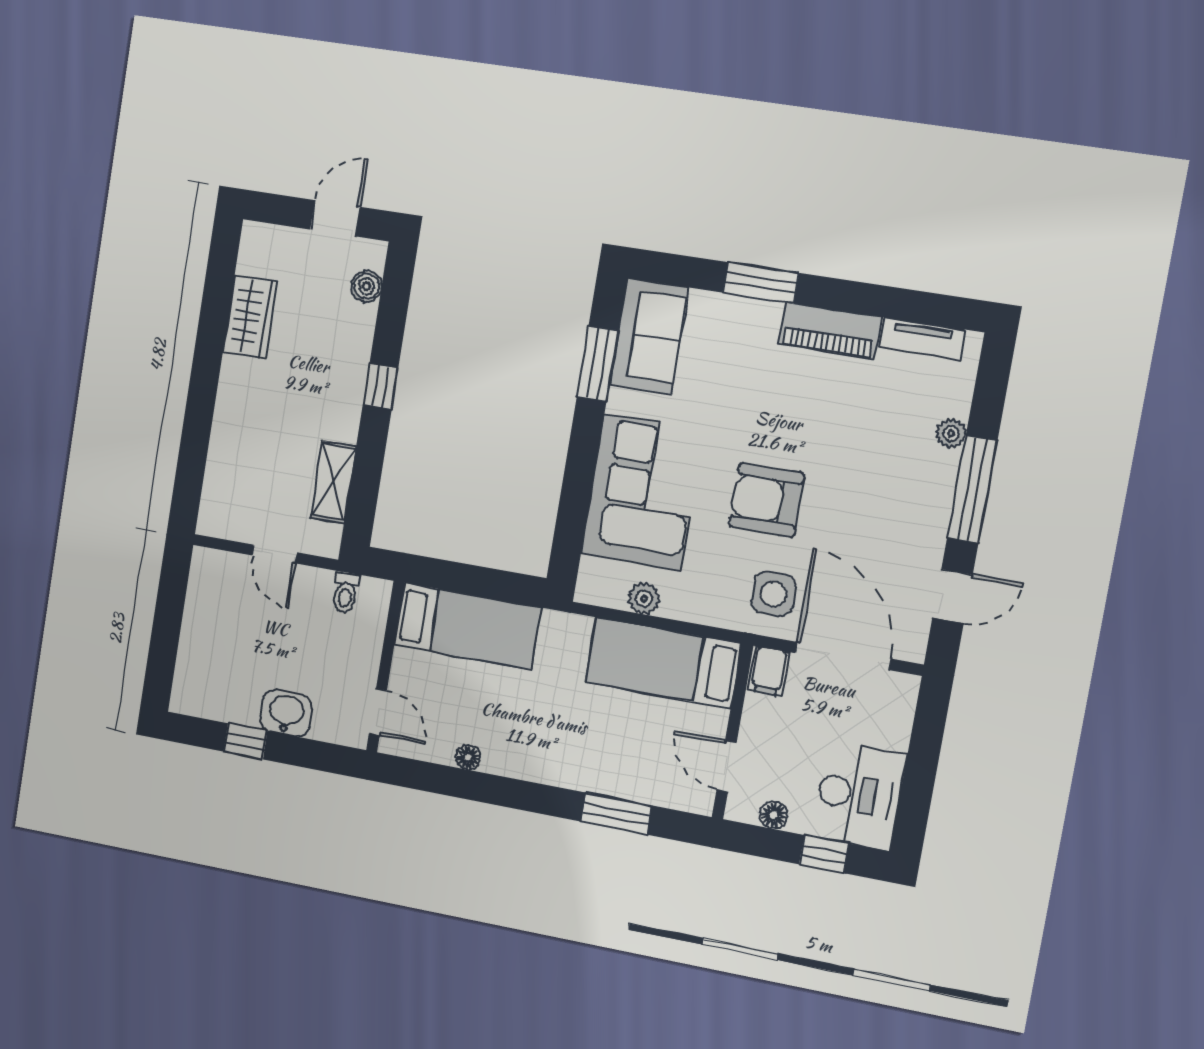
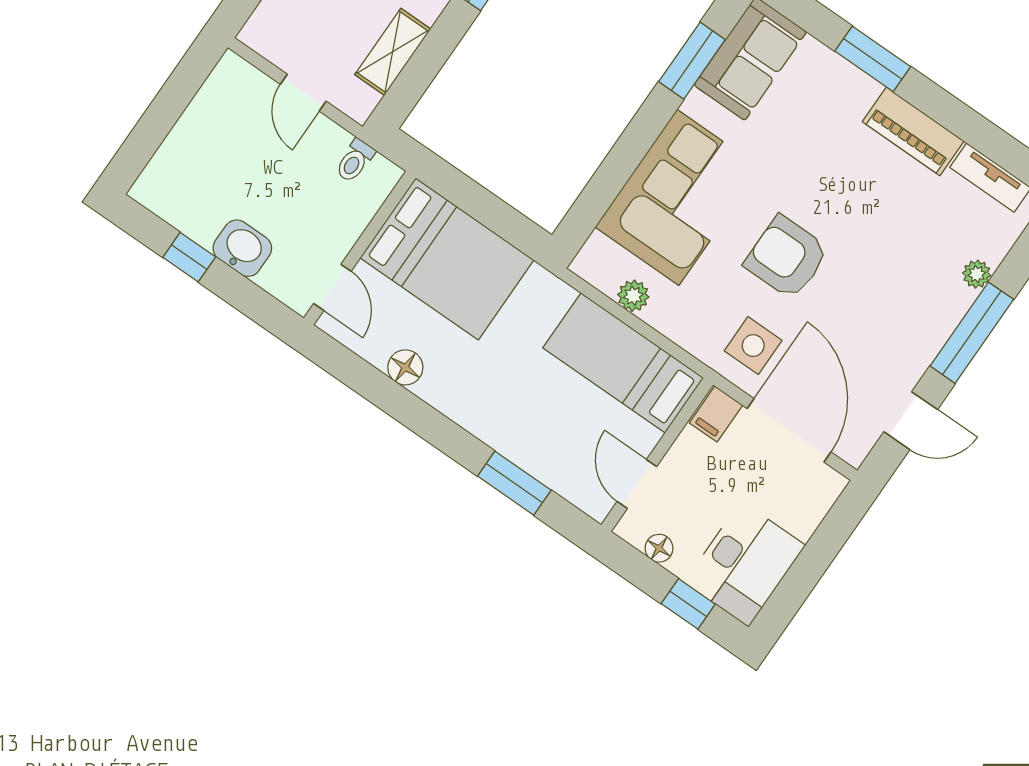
bed: (467, 626) -> (447, 259), width x1.50
floor lamp: (468, 757) -> (405, 367), width x1.37, depth x1.37

